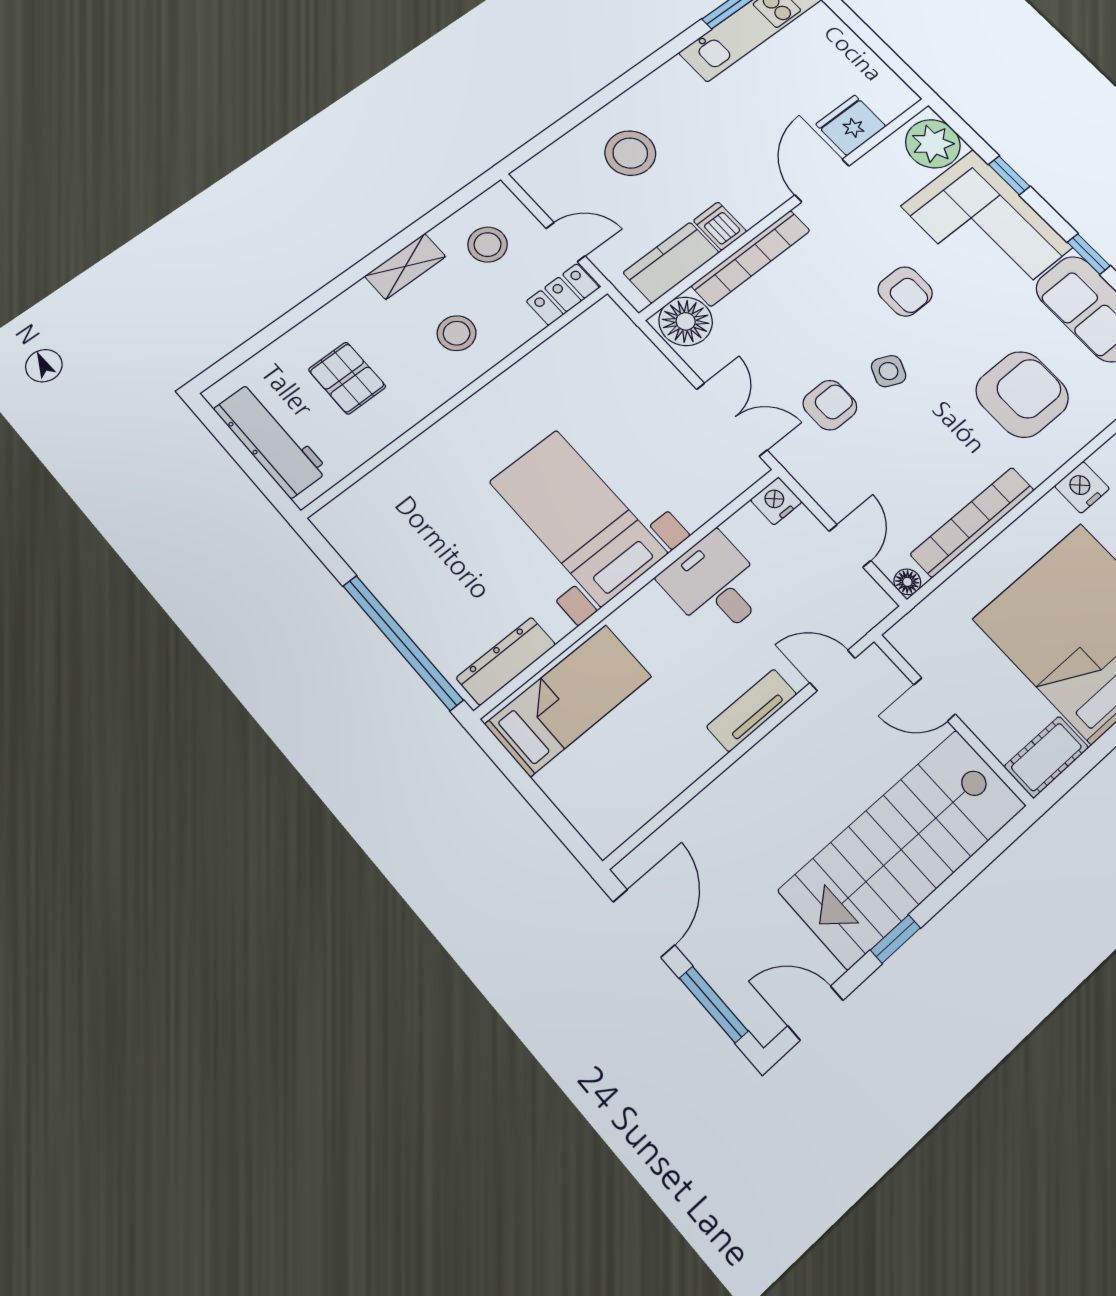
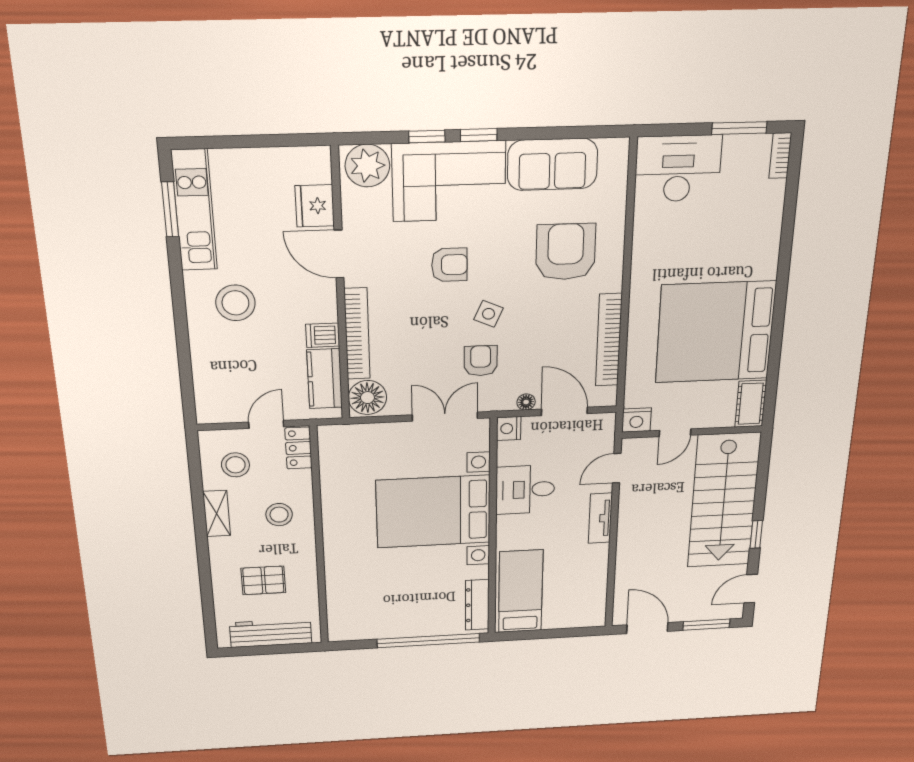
stool: (630, 153) -> (235, 303), moved
window: (1089, 254) -> (479, 135), moved
nightstand: (1082, 487) -> (636, 420), moved, turned -90
bed with nightstands: (578, 518) -> (433, 512), width x1.36
door: (850, 546) -> (564, 411), width x1.38
floor lamp: (907, 582) -> (526, 402), moved

